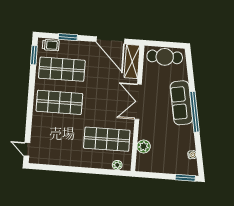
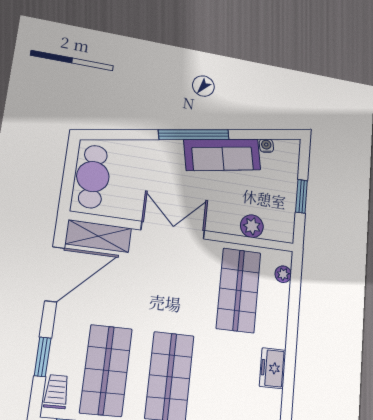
double door: (138, 102) -> (173, 230), swing flipped
sofa: (181, 103) -> (222, 155), moved
freezer: (65, 159) -> (273, 368), added
window: (185, 178) -> (301, 196), moved

